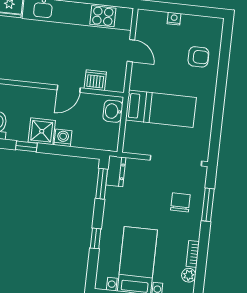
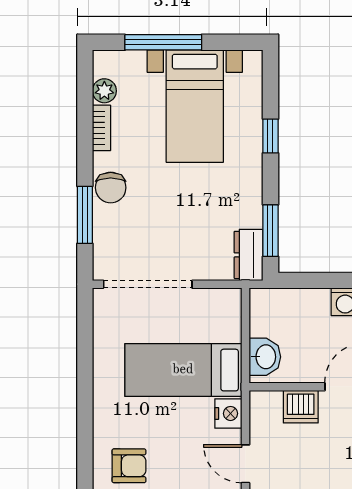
armchair: (198, 57) -> (129, 466), turned 180
nightstand: (138, 81) -> (228, 413), added
chair: (180, 202) -> (111, 188), moved

